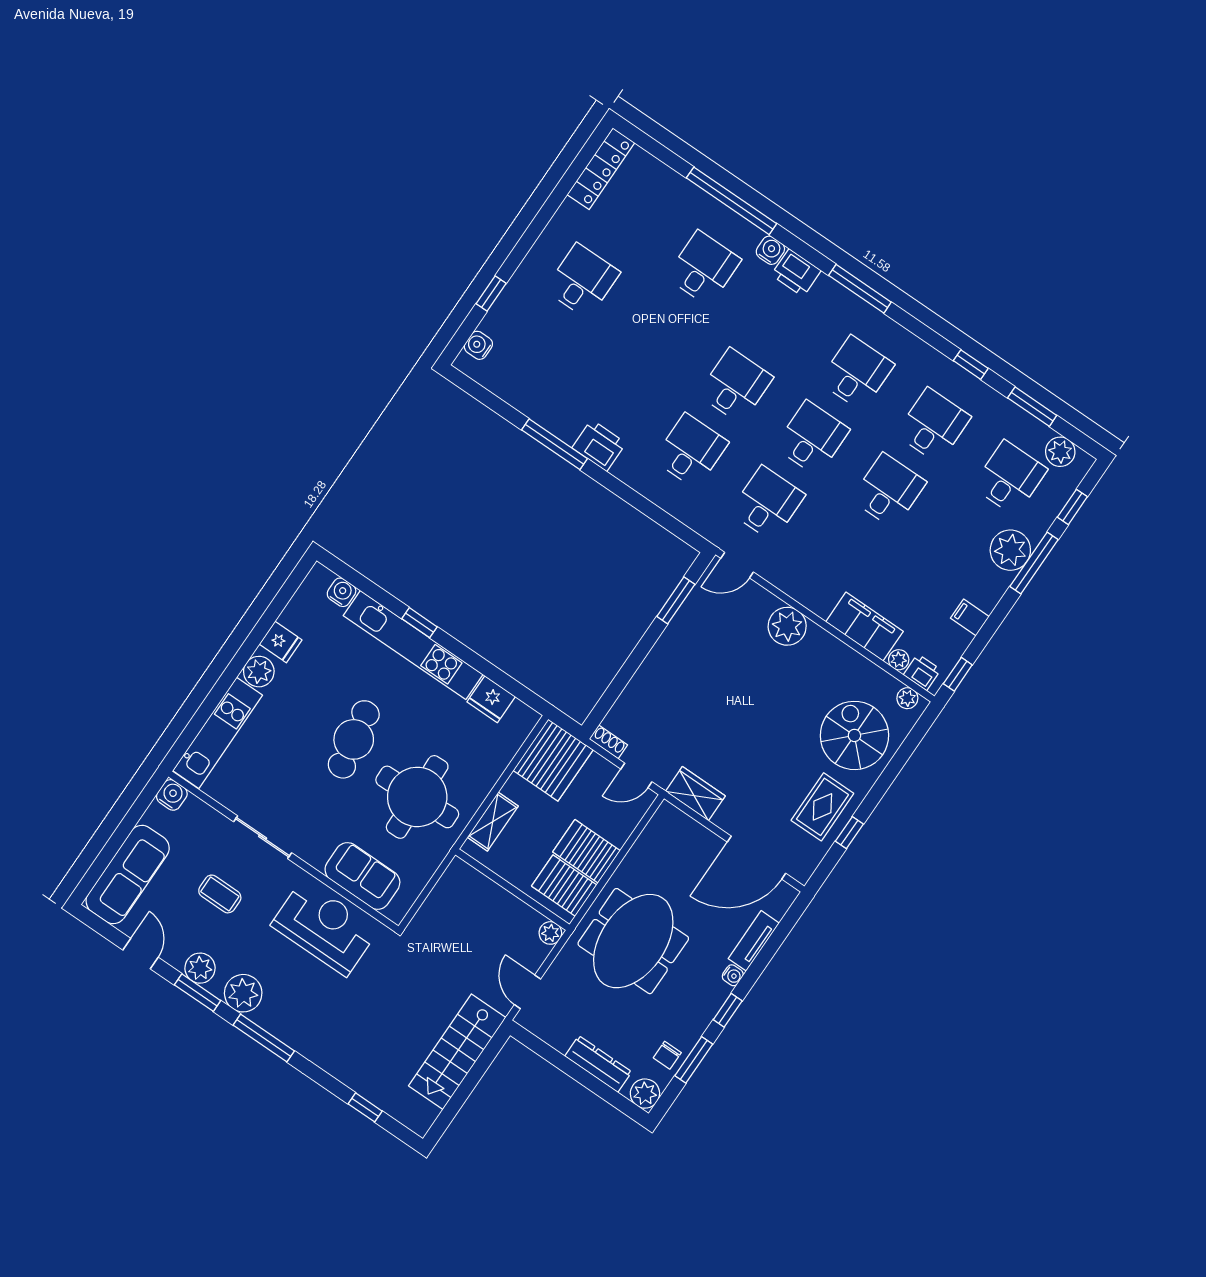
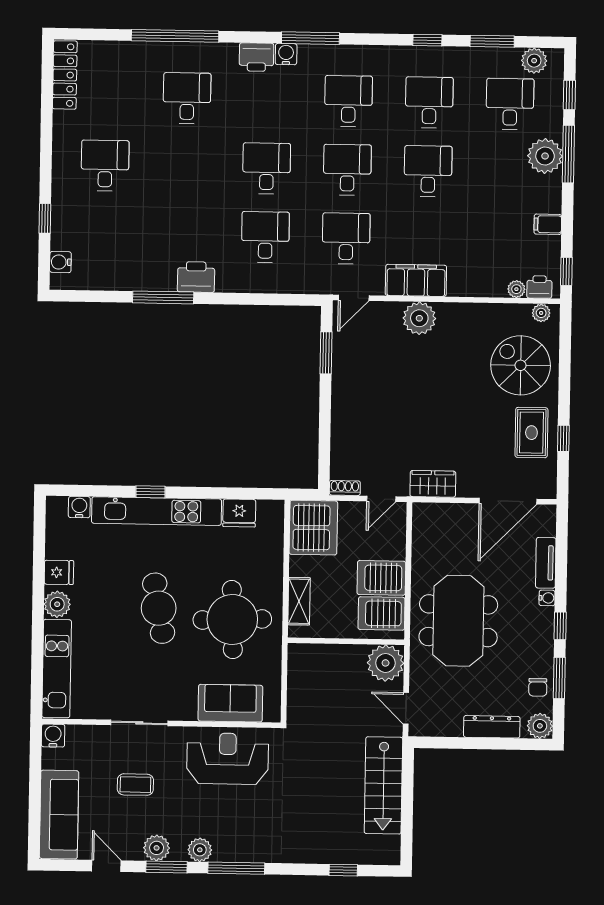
water cooler: (770, 250) -> (286, 54), moved
filing cabinet: (864, 627) -> (416, 280), moved
plant: (550, 933) -> (386, 663), width x1.87, depth x1.87
plant: (243, 993) -> (200, 850), width x0.73, depth x0.73

